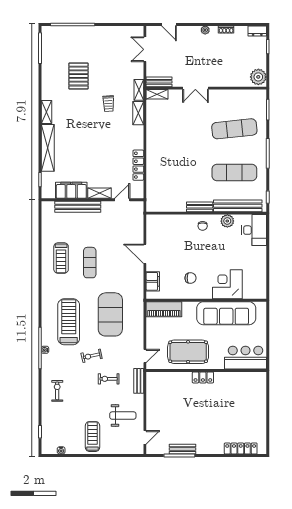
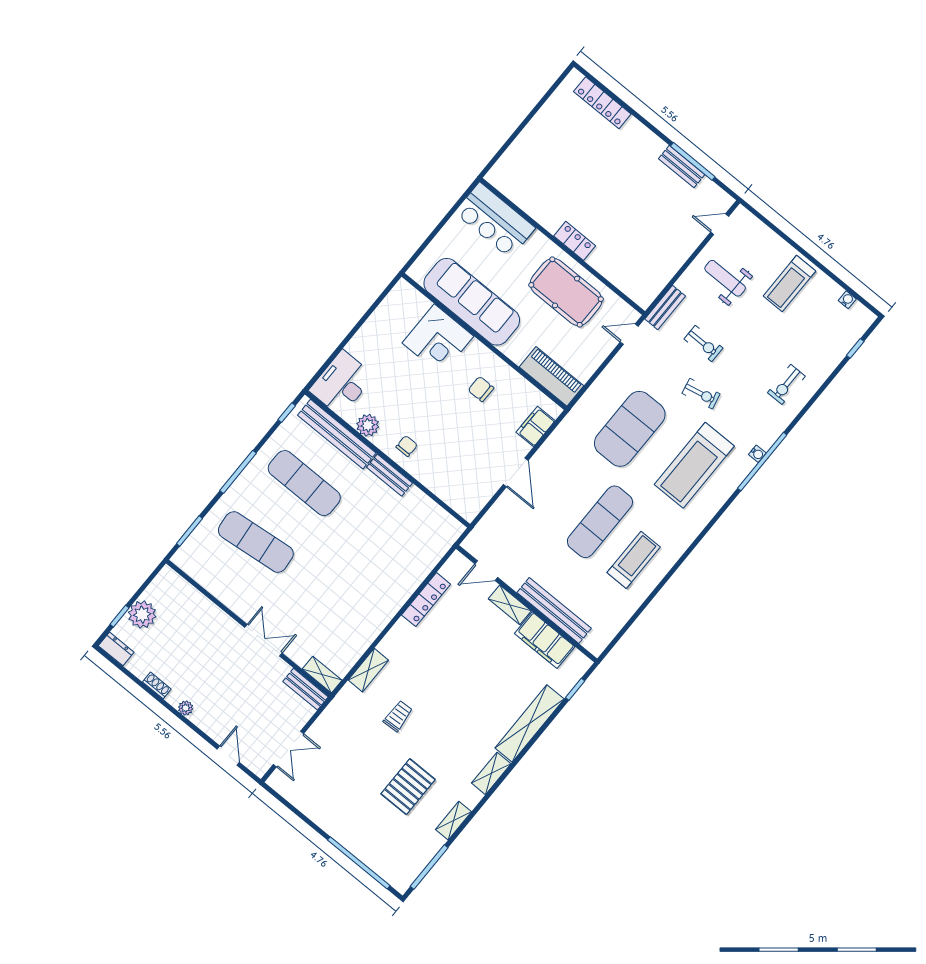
plant: (258, 77) -> (142, 615), moved
shelving: (139, 90) -> (453, 821), moved
exercise mat: (90, 263) -> (600, 522), width x1.36, depth x1.45

